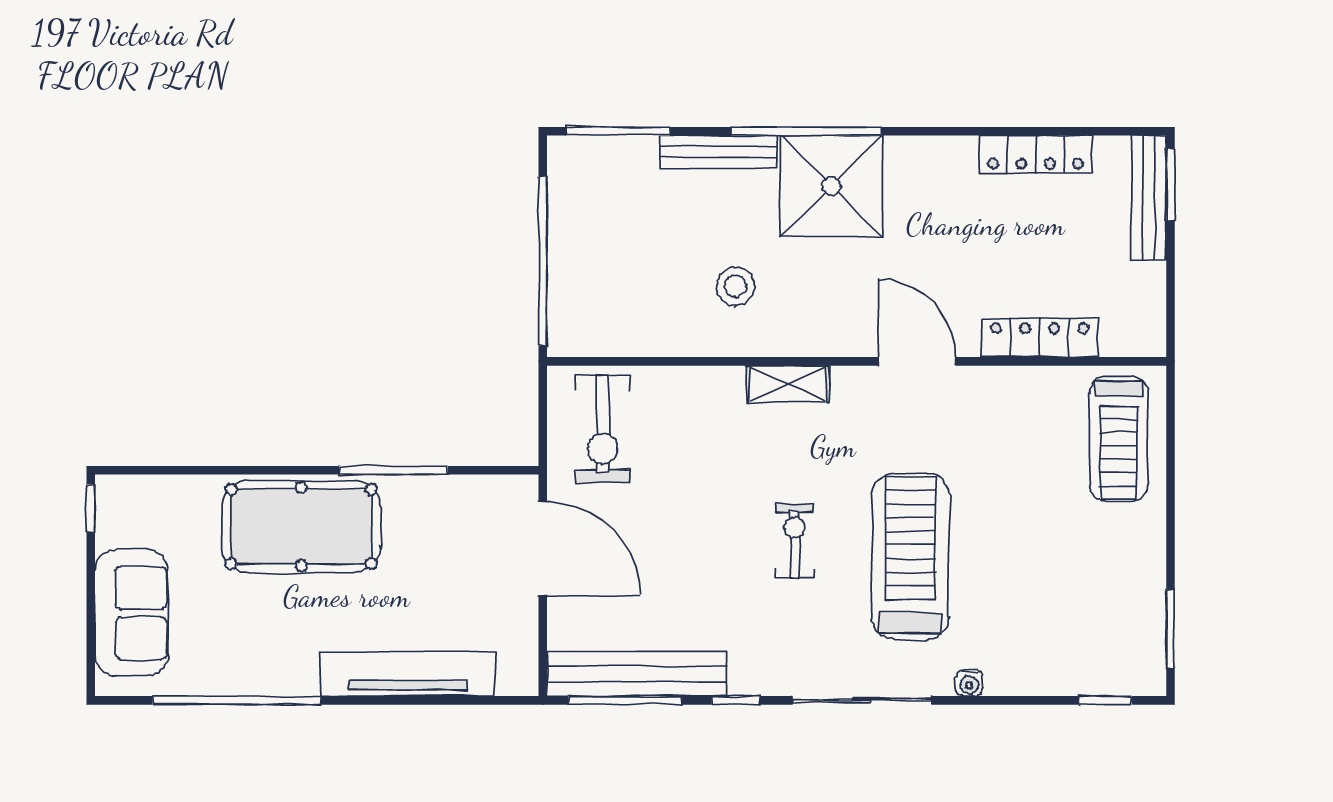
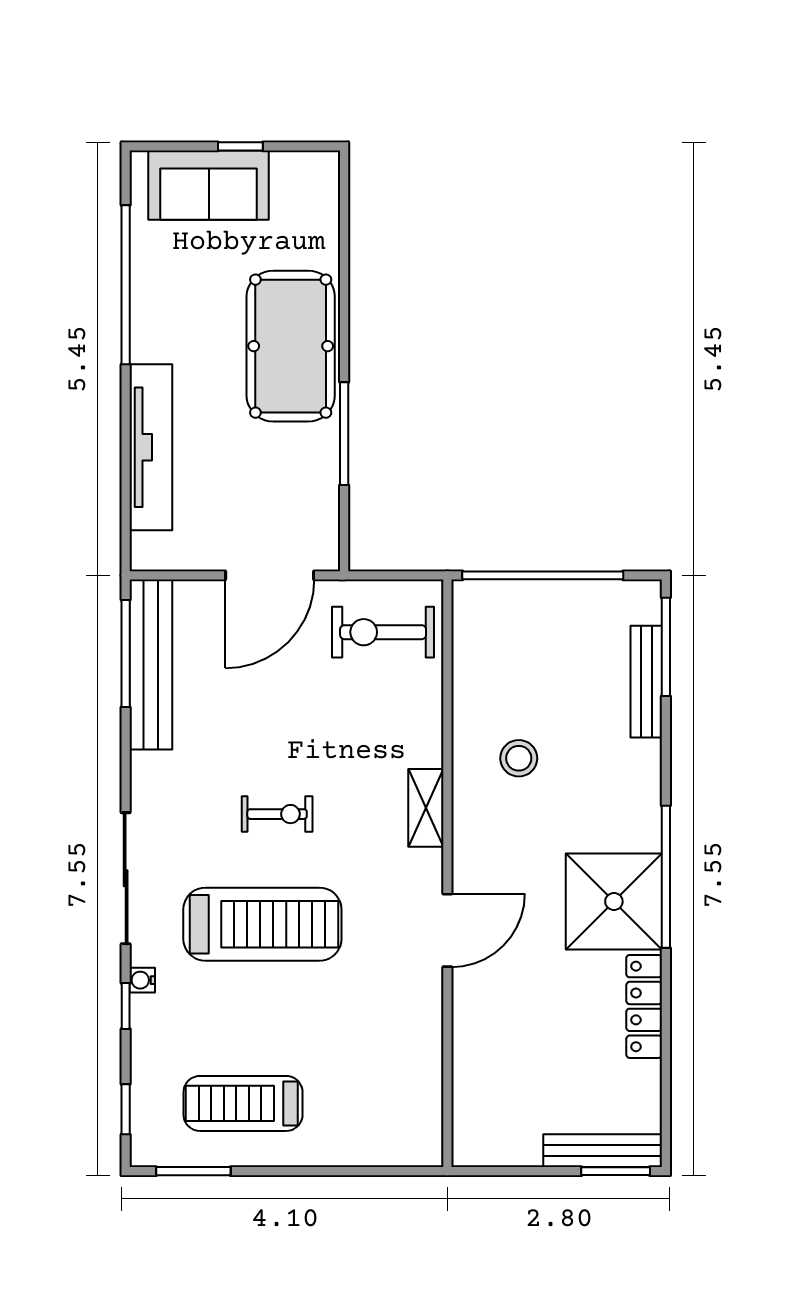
window: (806, 131) -> (666, 877), moved
bench: (718, 152) -> (646, 682), moved
locker: (1036, 154) -> (644, 1006), moved
shower: (831, 186) -> (614, 902), moved
locker: (1040, 338) -> (470, 1047), removed
treadmill: (1119, 439) -> (243, 1103), moved
window: (91, 508) -> (240, 146), moved
window: (736, 700) -> (126, 1006), moved

